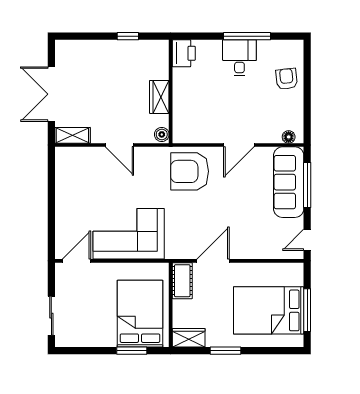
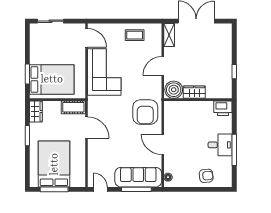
boiler: (162, 134) -> (174, 90), width x1.86, depth x1.86
armchair: (190, 171) -> (145, 112), turned 180
coffee table: (73, 188) -> (135, 35), added

